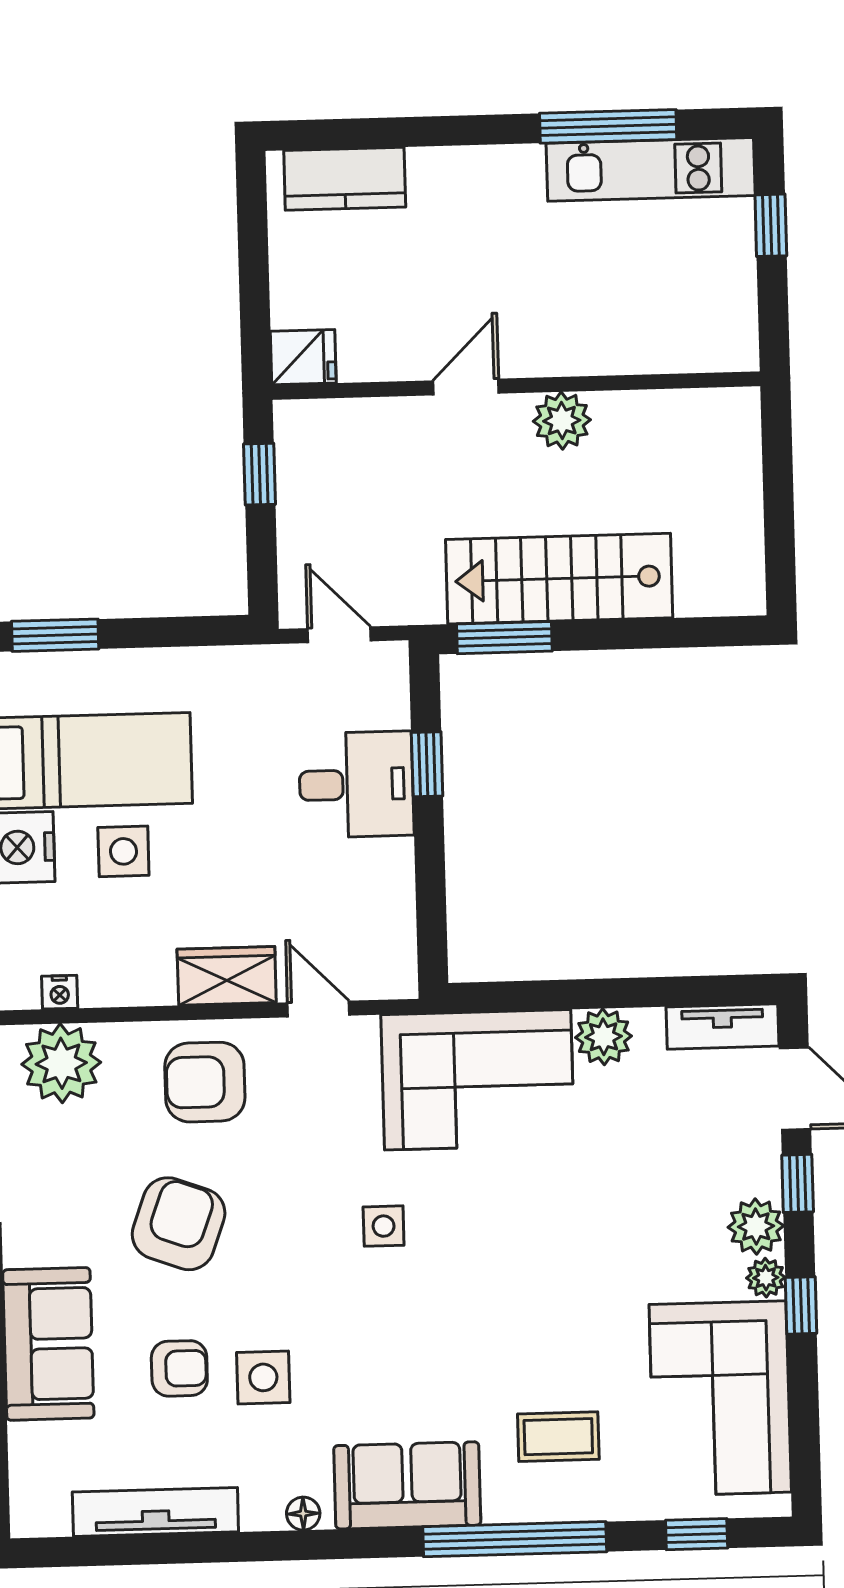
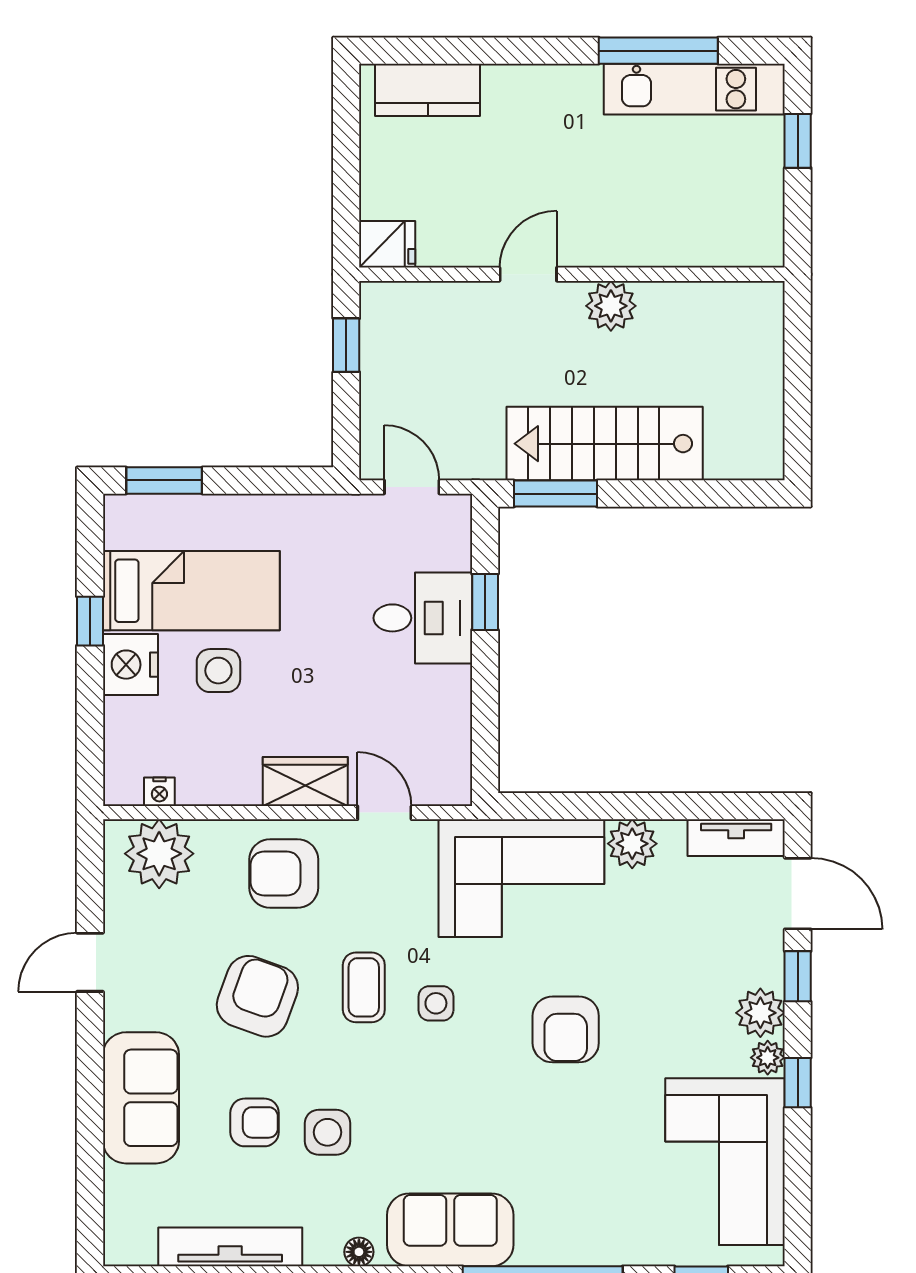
armchair: (533, 1252) -> (566, 1029), added
coffee table: (558, 1437) -> (364, 987), moved, turned 90

